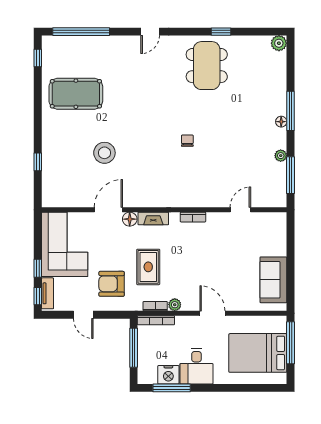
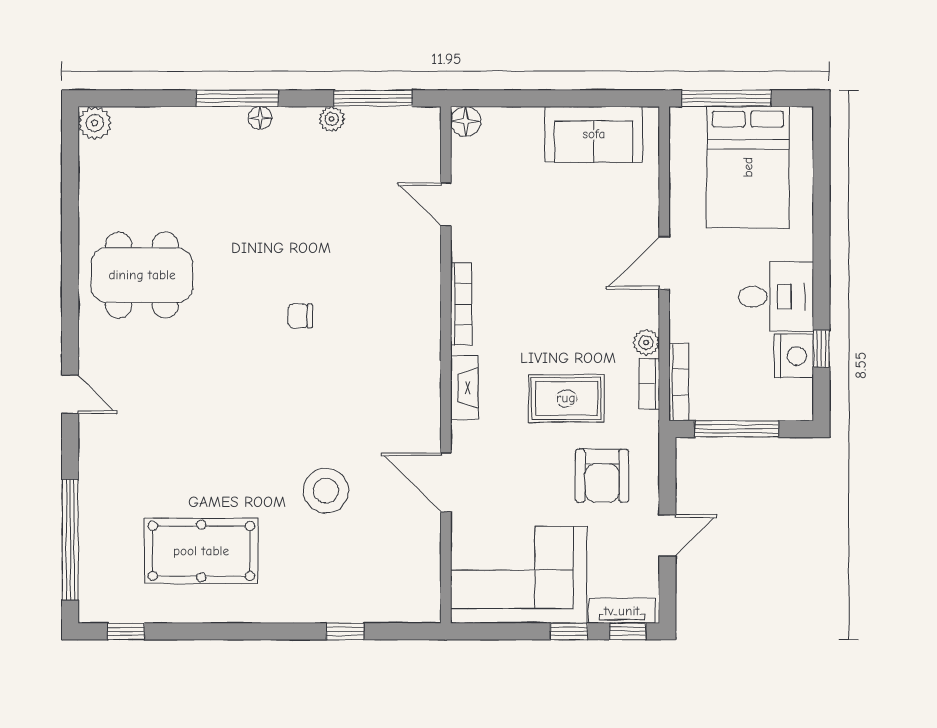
window: (221, 32) -> (70, 245), removed
pool table: (76, 94) -> (201, 551), turned 90
bookcase: (193, 217) -> (461, 304), width x1.56
floor lamp: (130, 219) -> (466, 121), moved
window: (172, 388) -> (821, 349), width x0.46

